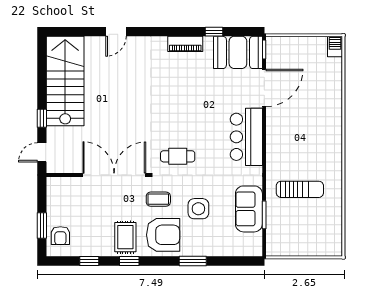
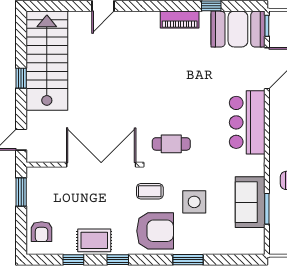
window: (42, 118) -> (21, 78), moved
window: (42, 226) -> (21, 192), moved
rug: (125, 237) -> (94, 240), moved, turned 90

